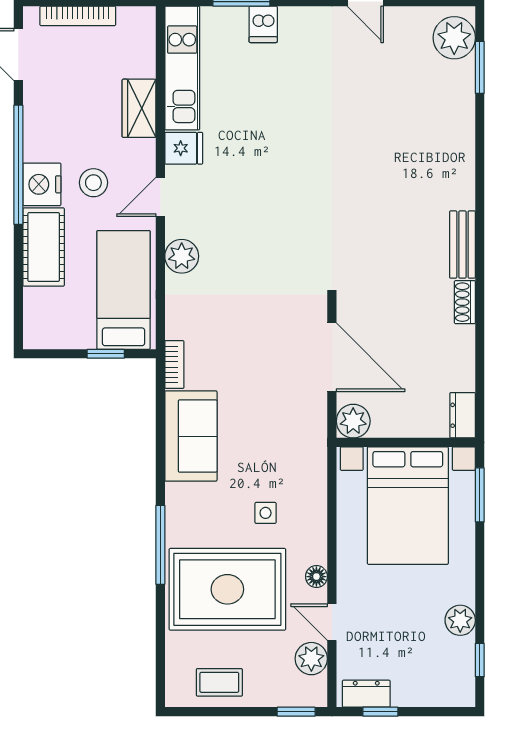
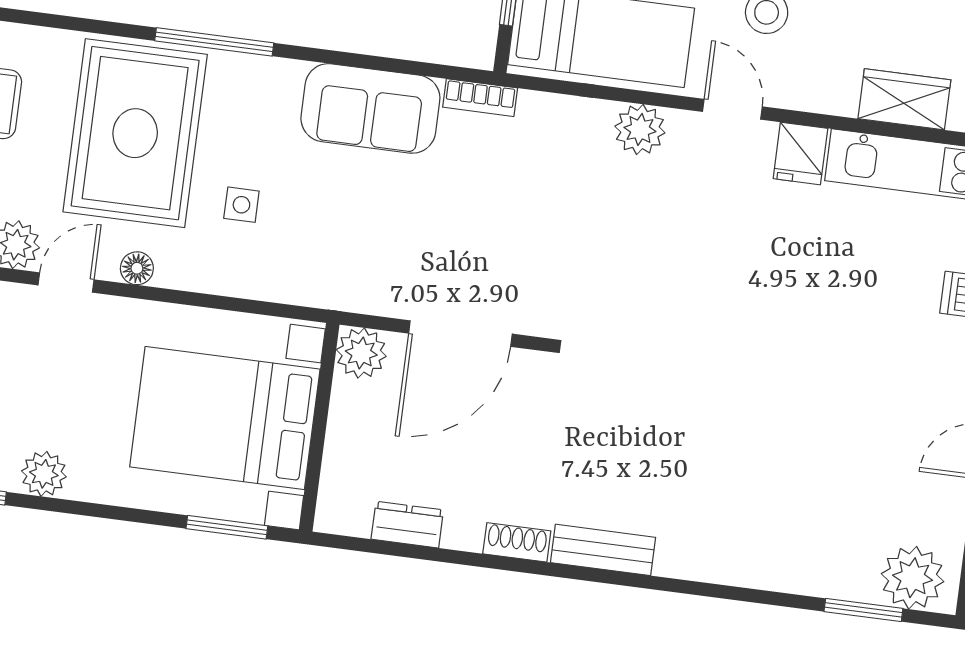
wardrobe: (139, 108) -> (904, 99), moved
dresser: (463, 415) -> (407, 525), moved

